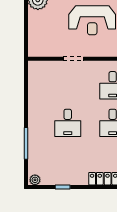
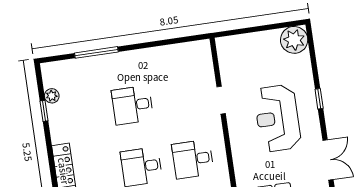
plant: (35, 180) -> (52, 96), moved

